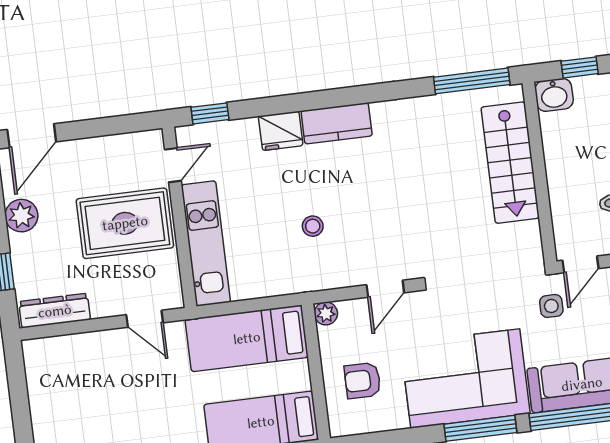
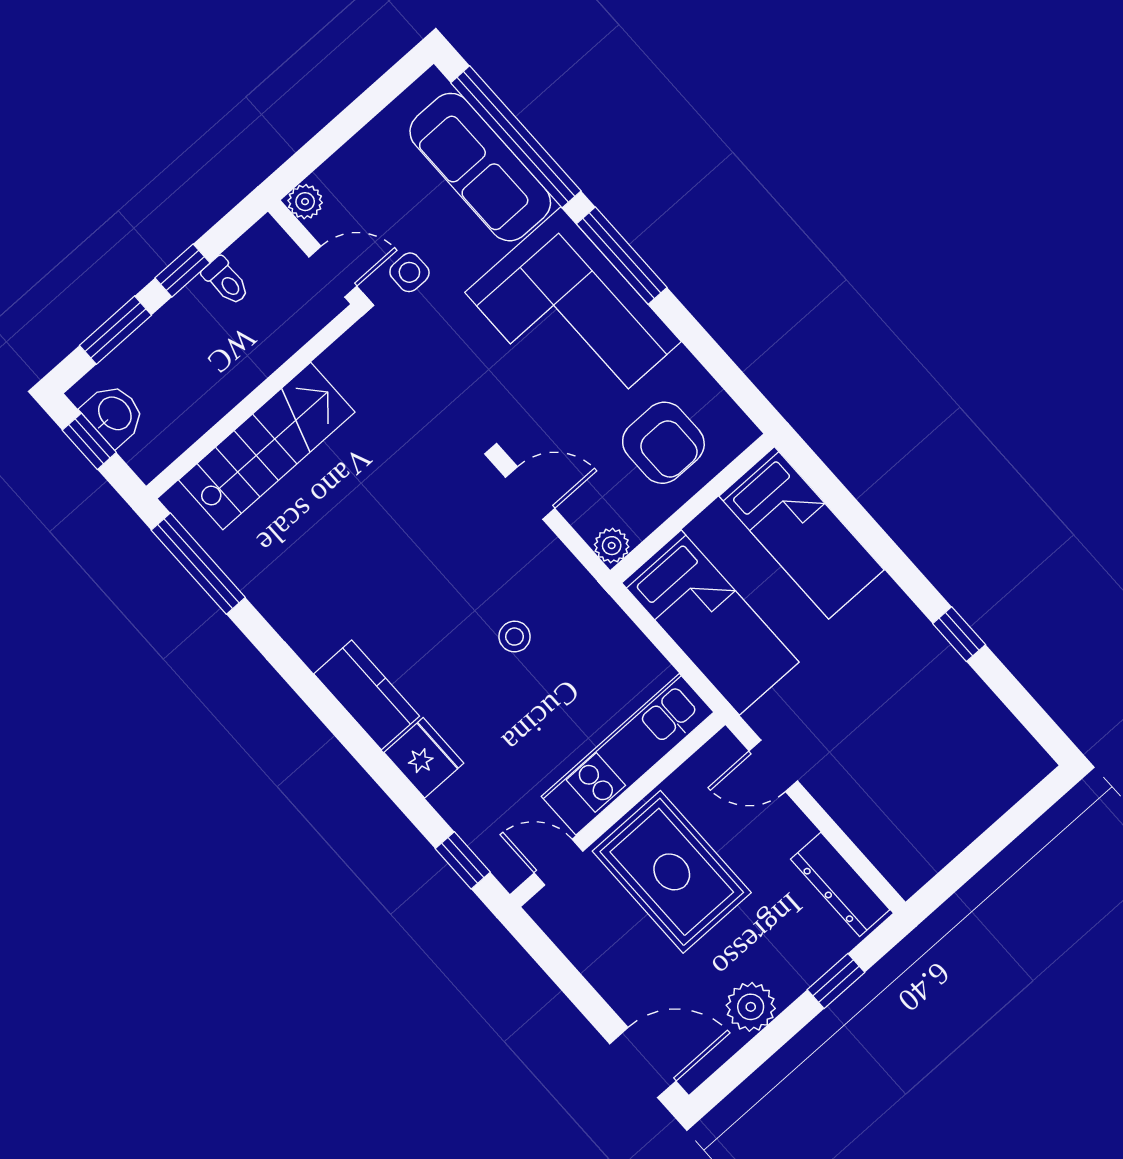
washbasin: (554, 95) -> (114, 414), moved
door: (145, 319) -> (773, 766), swing flipped
armchair: (363, 381) -> (663, 443), width x1.38, depth x1.38

